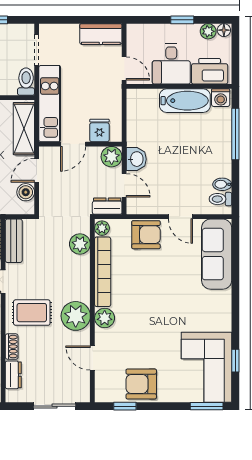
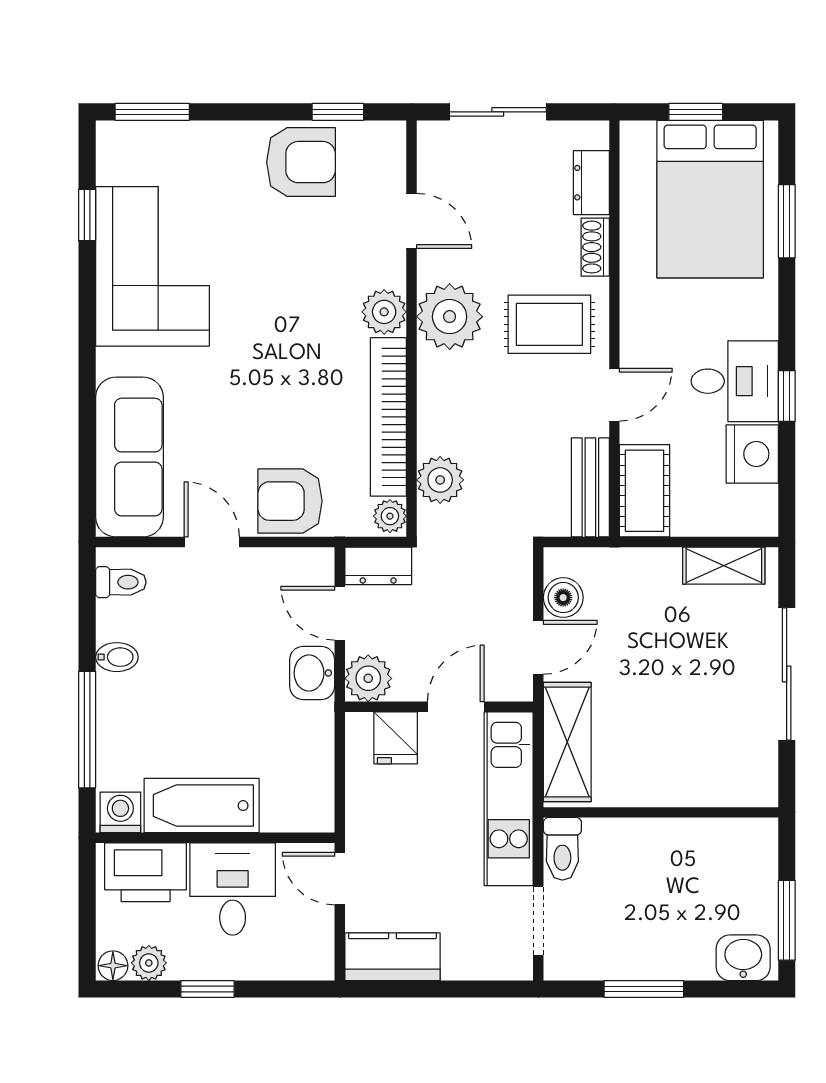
bidet: (222, 184) -> (117, 657), moved
corner sofa: (207, 367) -> (152, 266), moved

